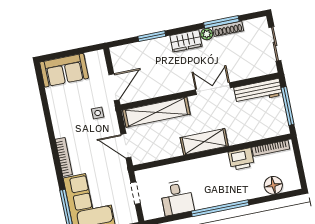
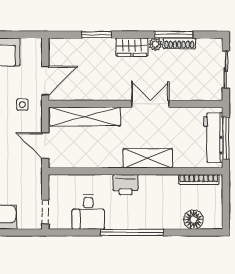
workbench: (258, 91) -> (213, 138), moved, turned 90
shelving: (204, 142) -> (148, 158), moved
printer: (241, 159) -> (126, 185), moved
doorway: (136, 193) -> (45, 212), moved

